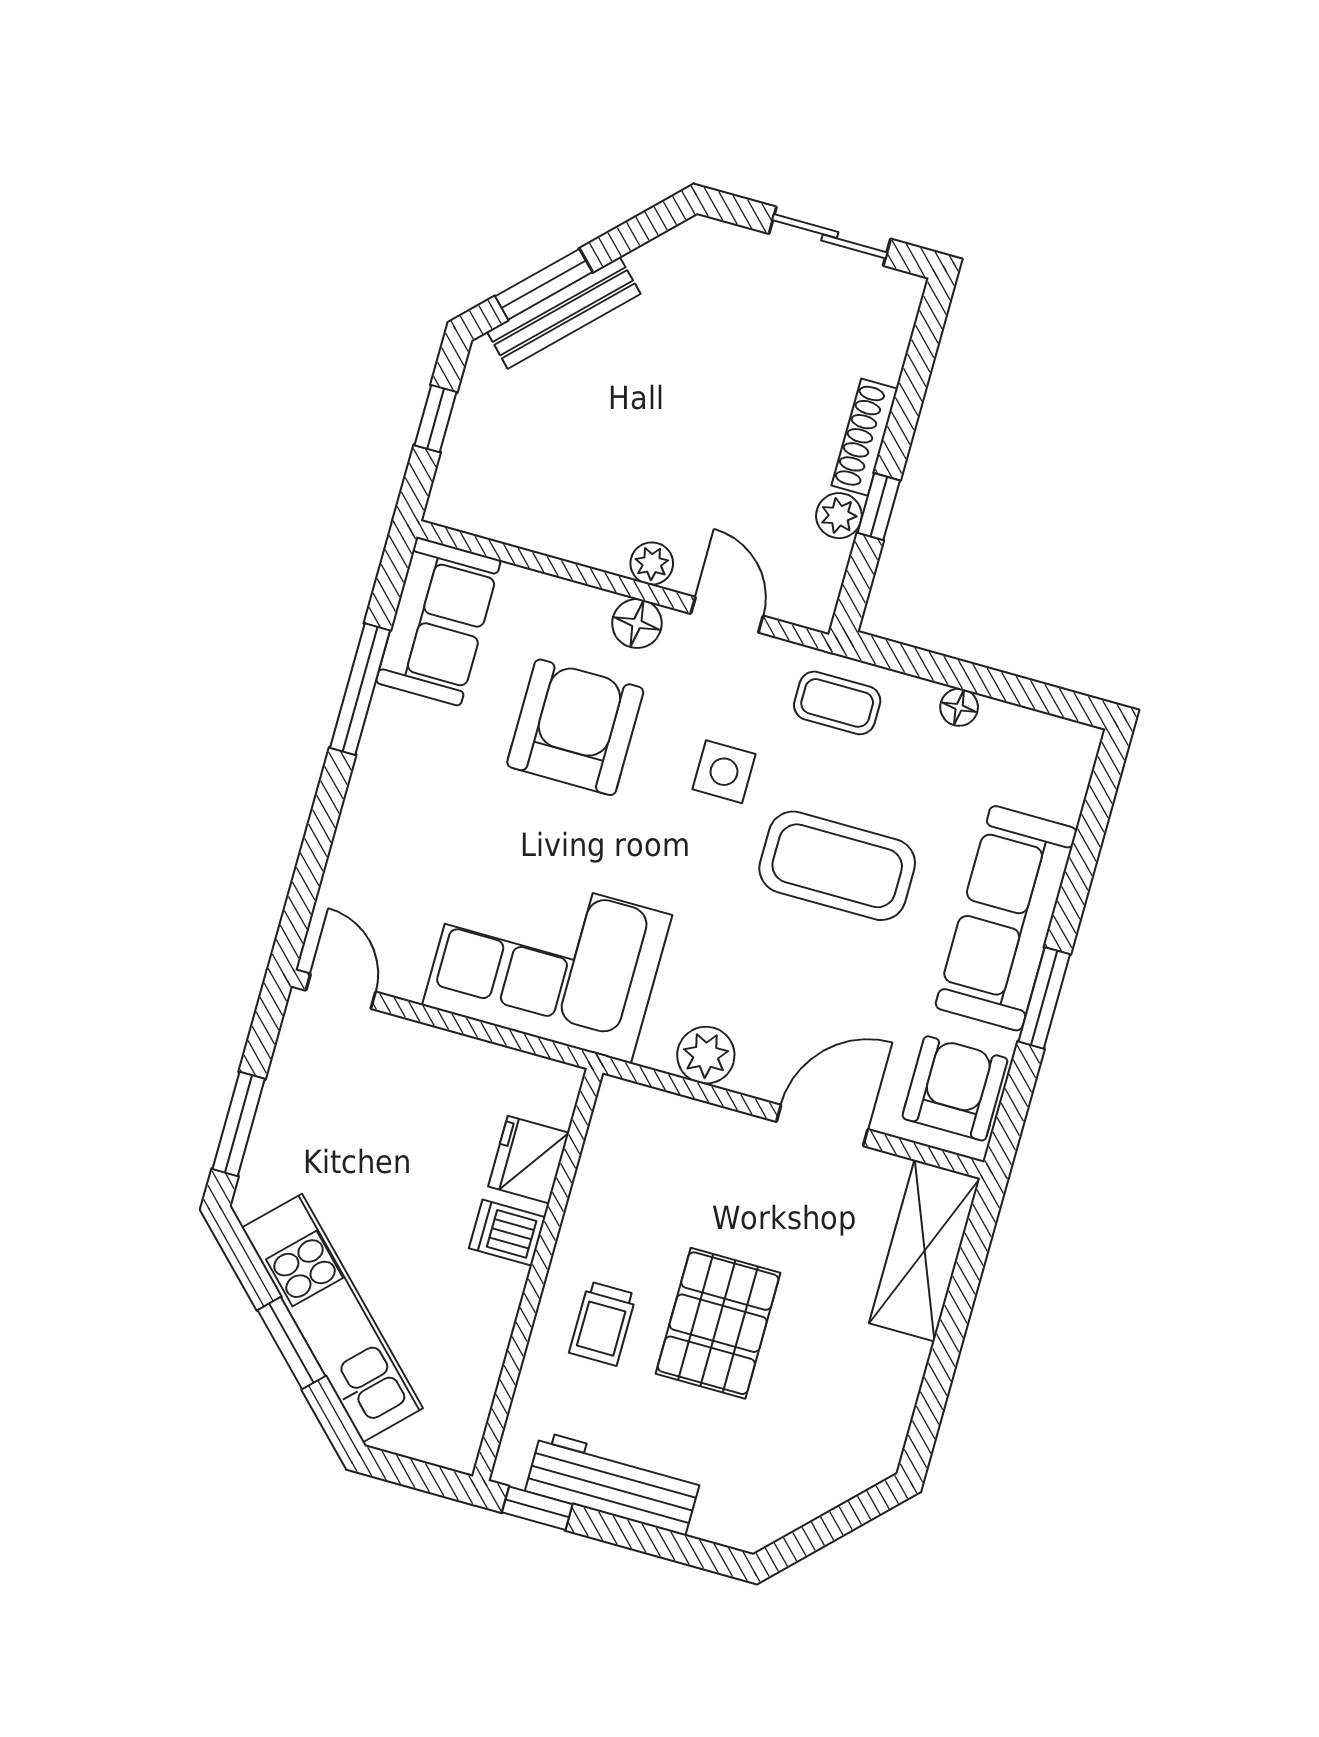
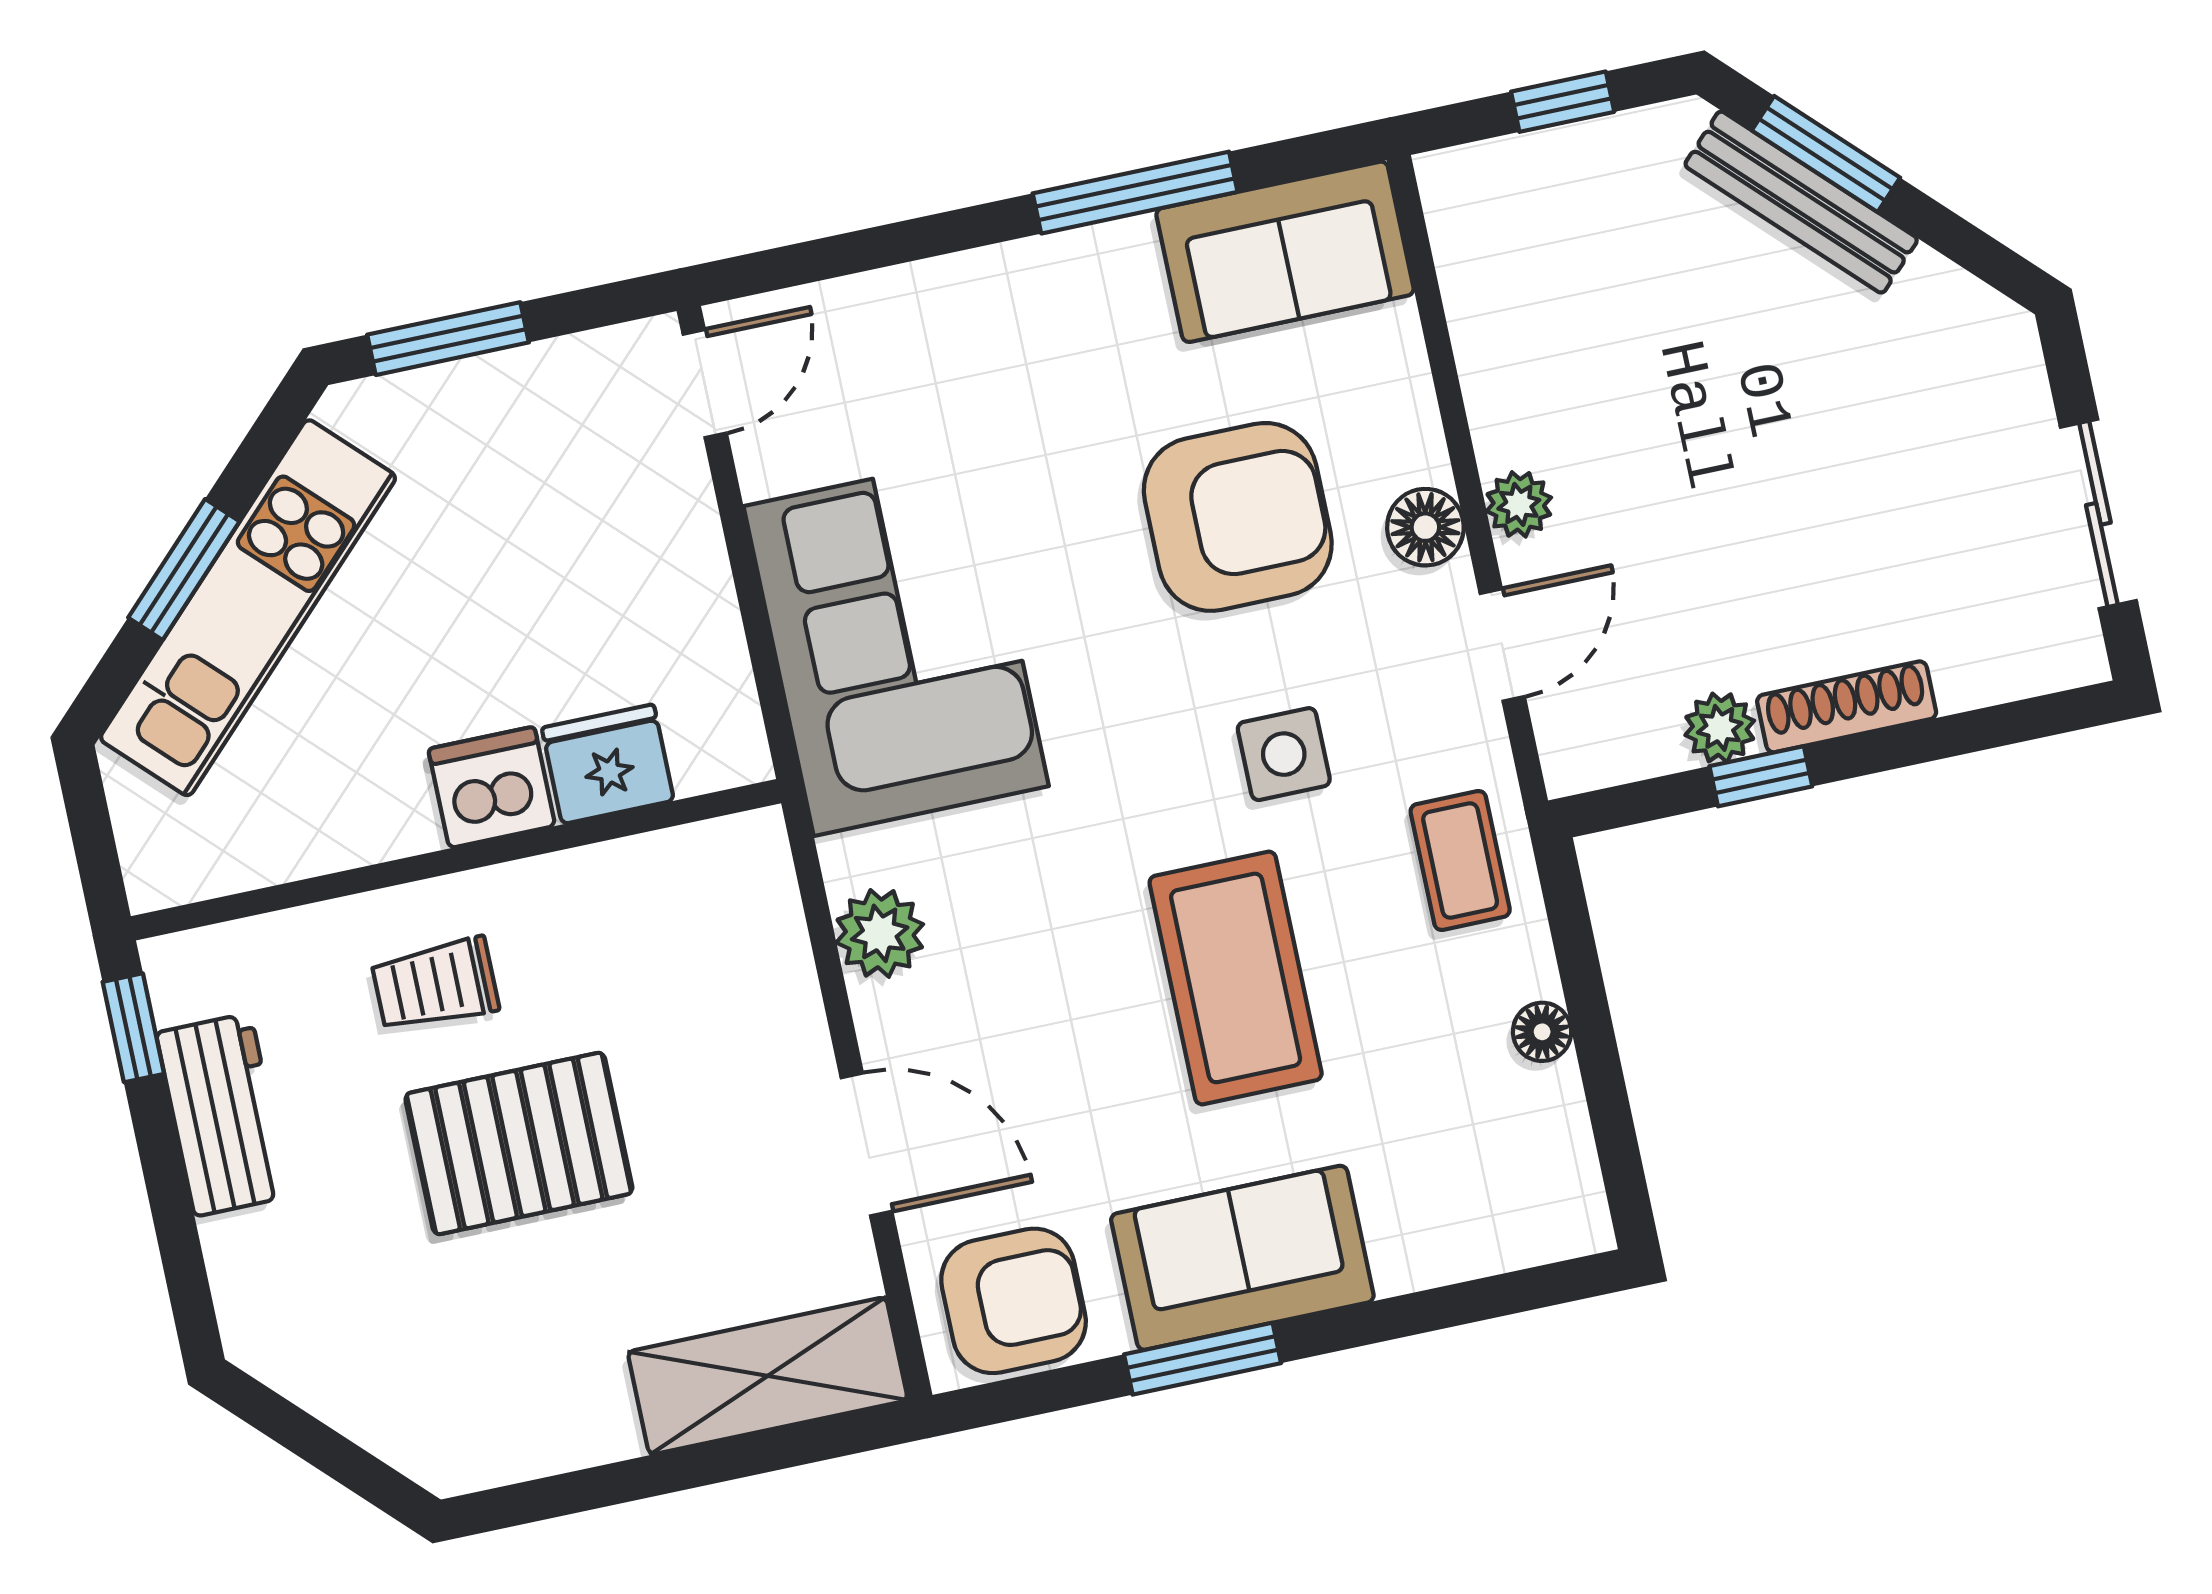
sofa: (1006, 918) -> (1242, 1258), width x0.73
dishwasher: (507, 1233) -> (492, 787), width x1.38
workbench: (613, 1483) -> (223, 1115), width x0.73

